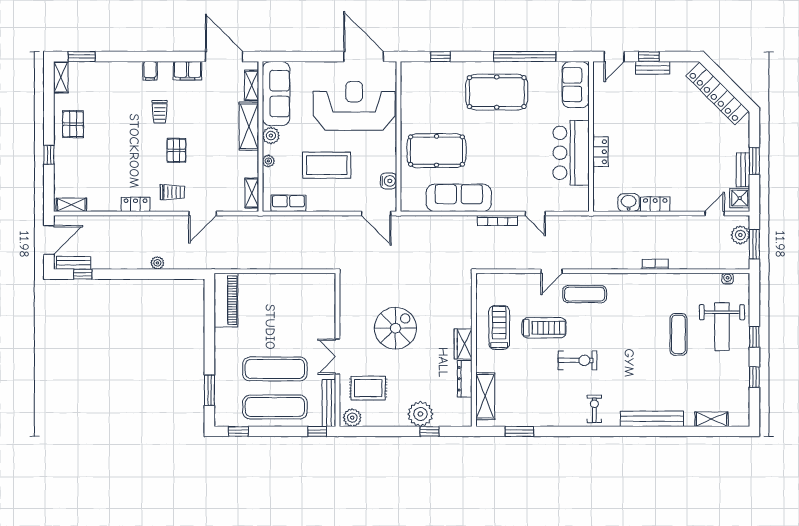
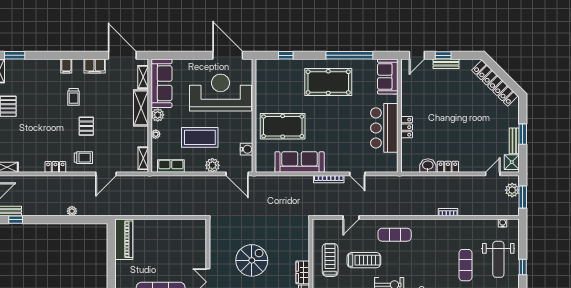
plant: (343, 202) -> (212, 165), added
door: (552, 271) -> (351, 217), moved

